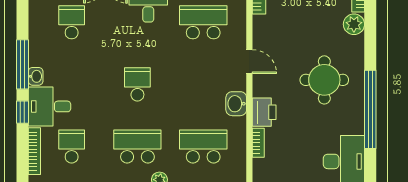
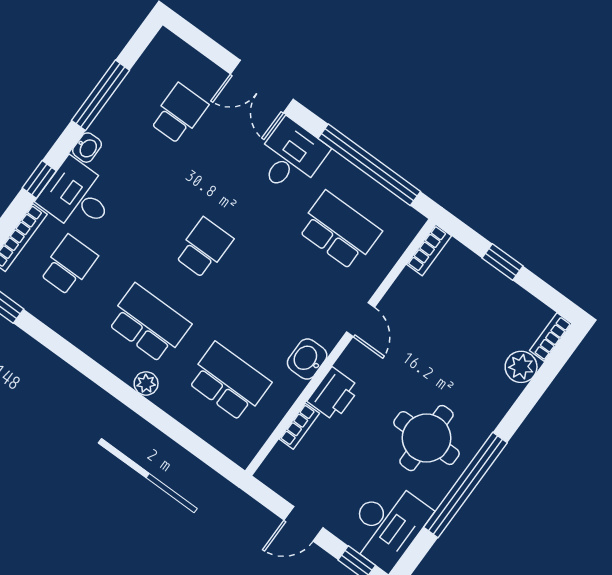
window: (22, 64) -> (101, 95), moved
round table: (324, 80) -> (427, 438), moved

